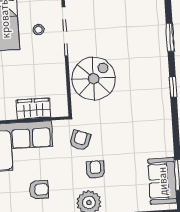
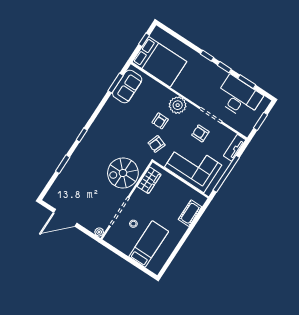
wardrobe: (33, 109) -> (149, 180), moved, turned -90

